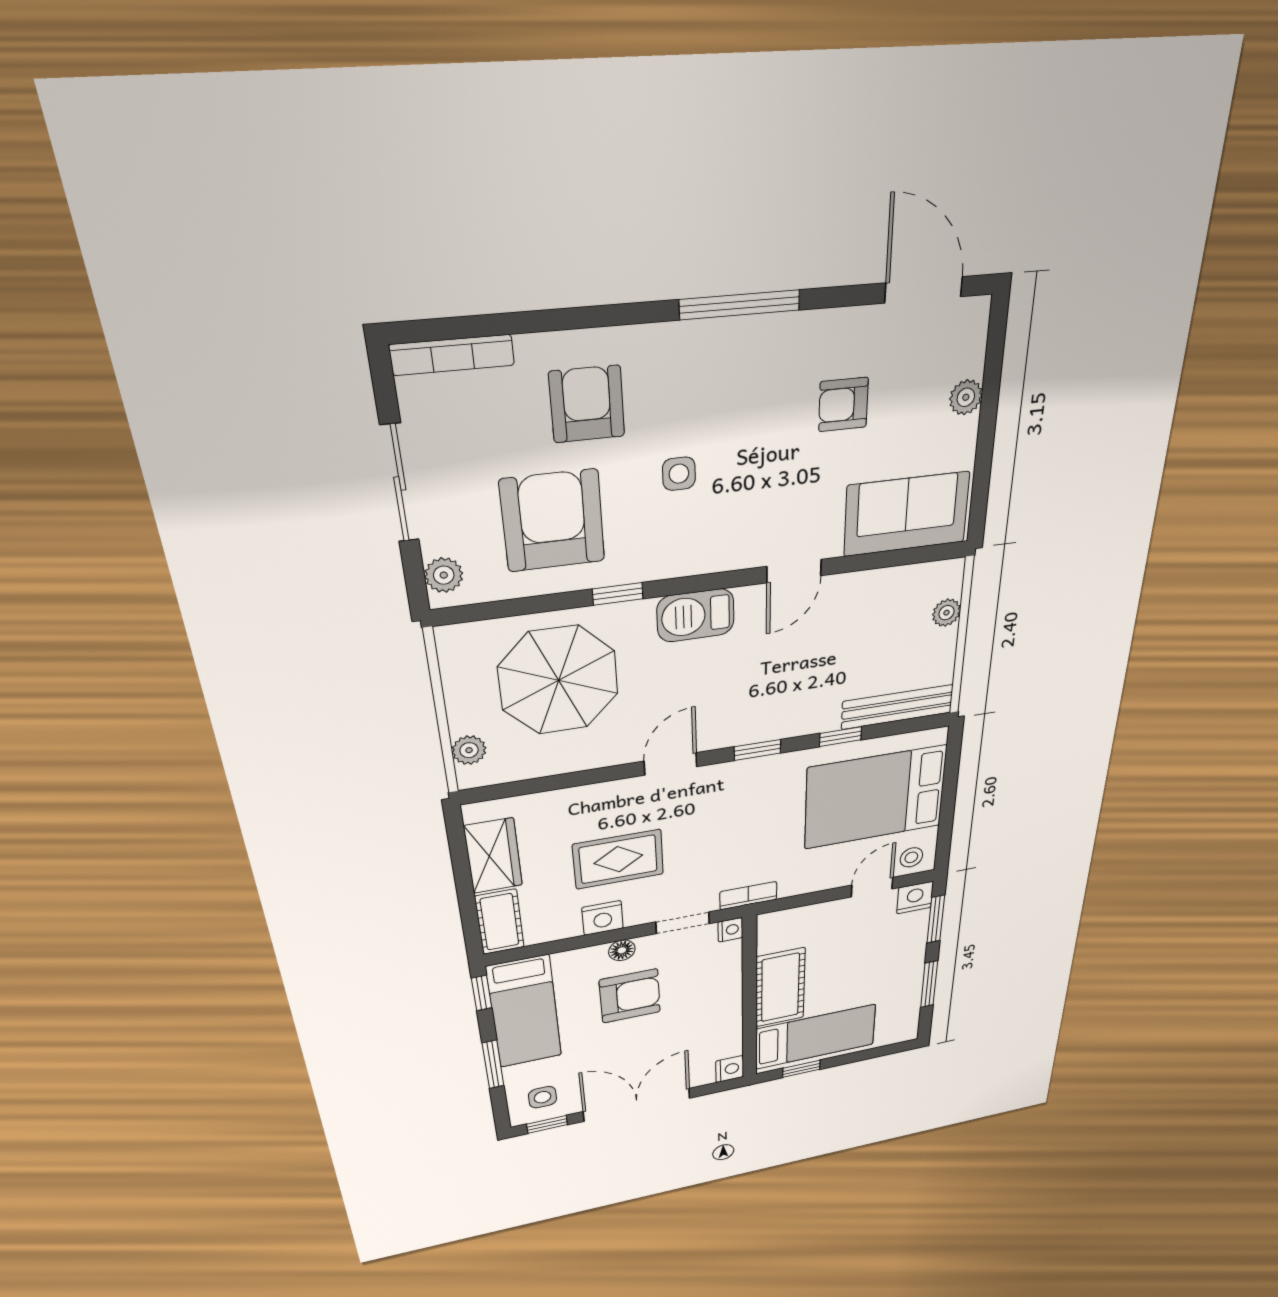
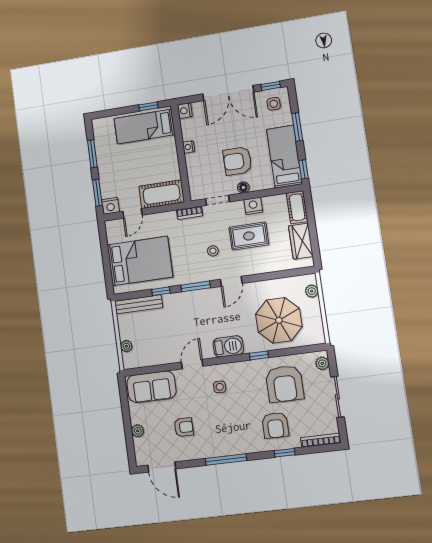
window: (564, 319) -> (285, 453), added
side table: (679, 474) -> (220, 387), moved
window: (757, 750) -> (196, 286), width x1.50
stool: (911, 857) -> (213, 251), moved
nightstand: (730, 930) -> (189, 147), moved
cot: (780, 988) -> (162, 194), moved, turned 90

